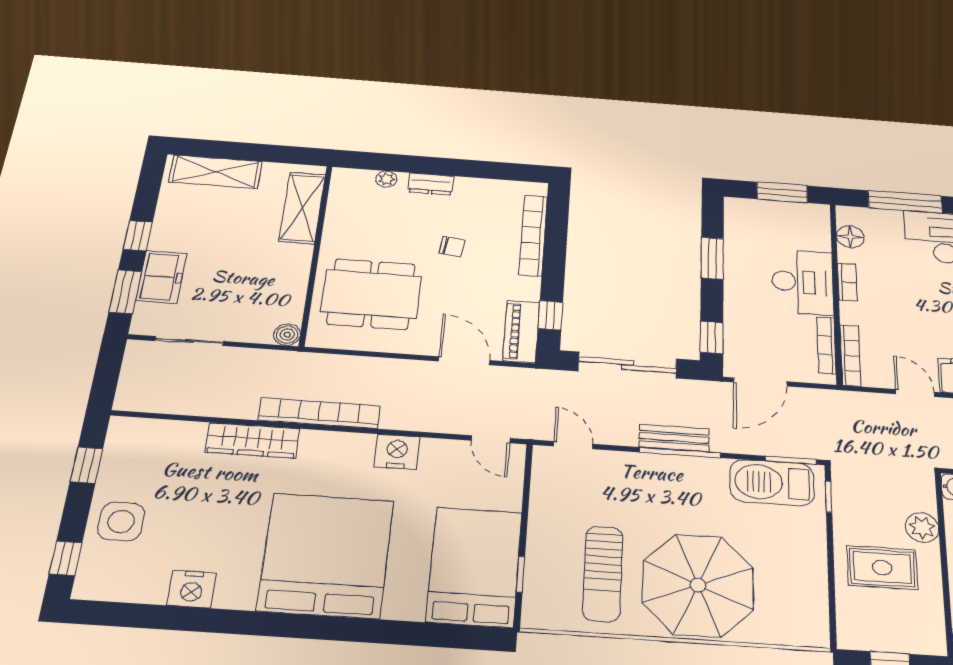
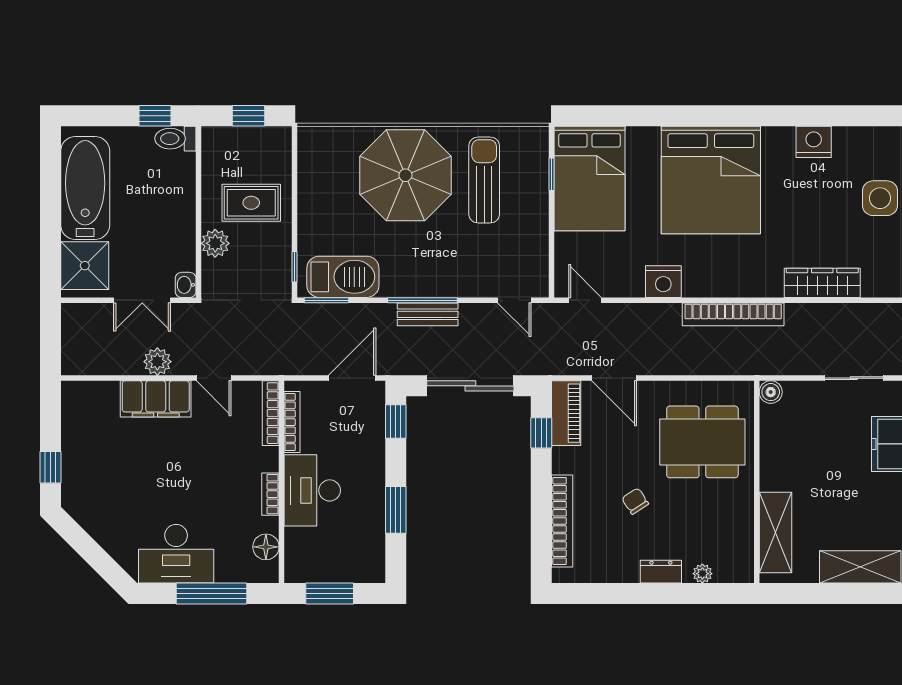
chair: (452, 247) -> (635, 501), turned 50
wardrobe: (252, 440) -> (822, 283), moved

